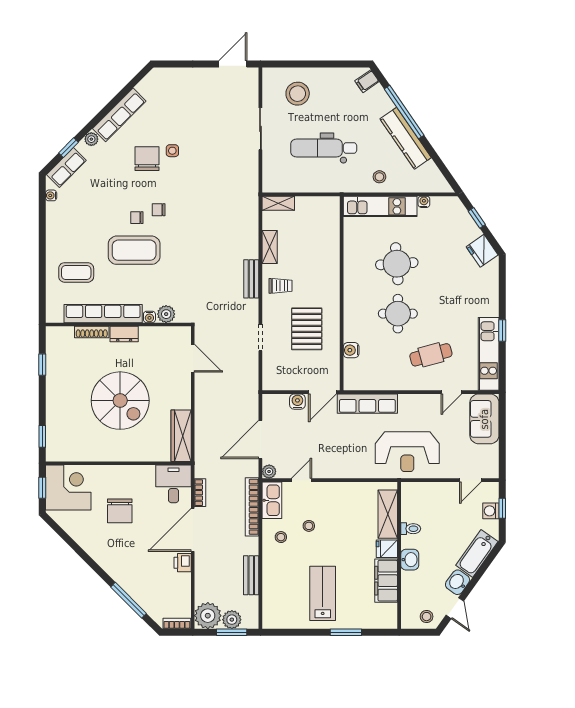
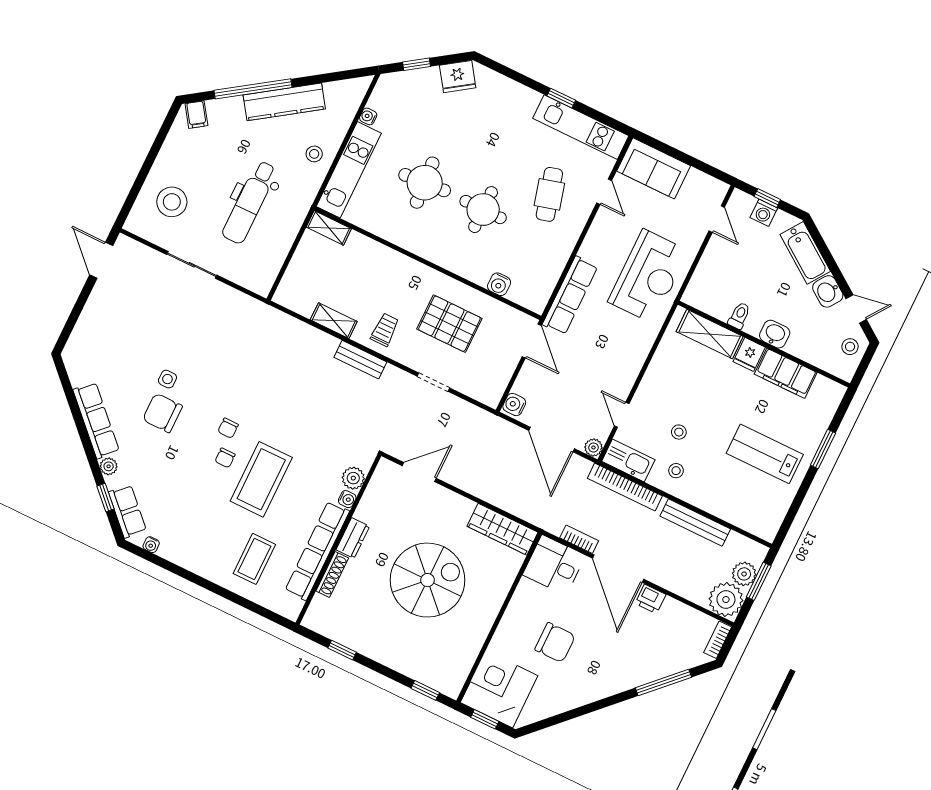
shelving: (278, 203) -> (329, 228), moved, turned 90
water cooler: (297, 402) -> (514, 405), moved
bench: (251, 575) -> (695, 522), width x1.36

